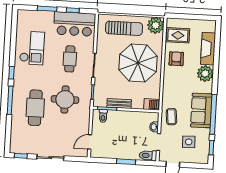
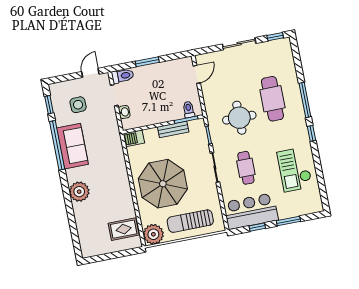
fireplace: (208, 49) -> (83, 222), removed
armchair: (176, 59) -> (118, 201), removed
coffee table: (171, 117) -> (106, 130), removed

